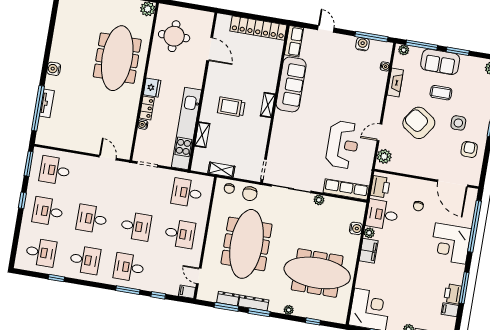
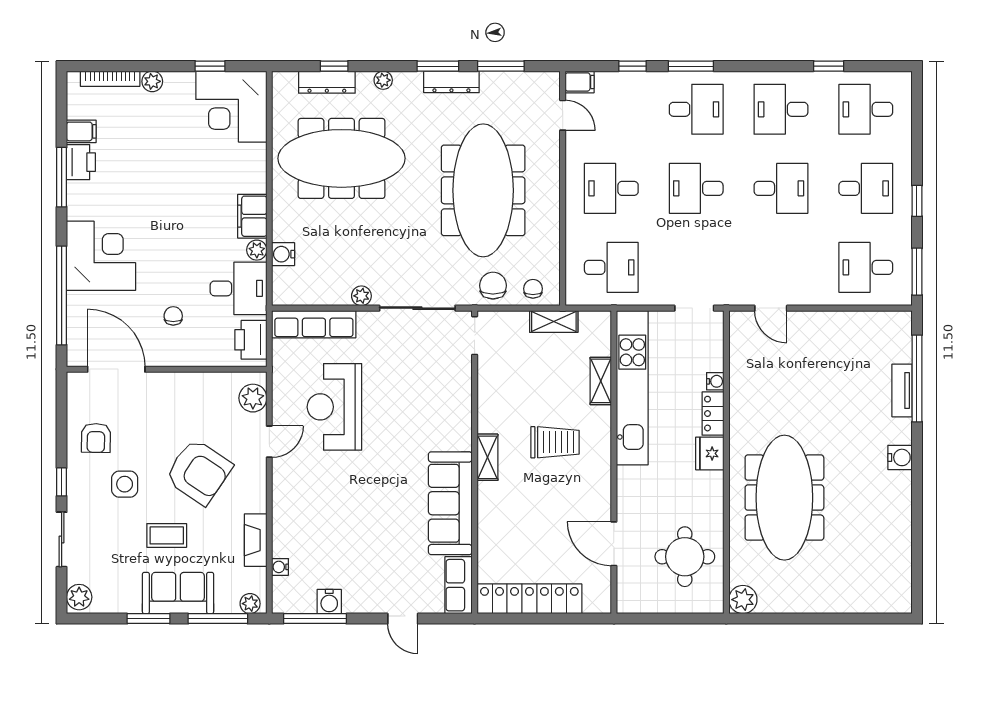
desk: (55, 170) -> (866, 267), turned 180
dresser: (228, 299) -> (327, 82), moved, width x1.44

